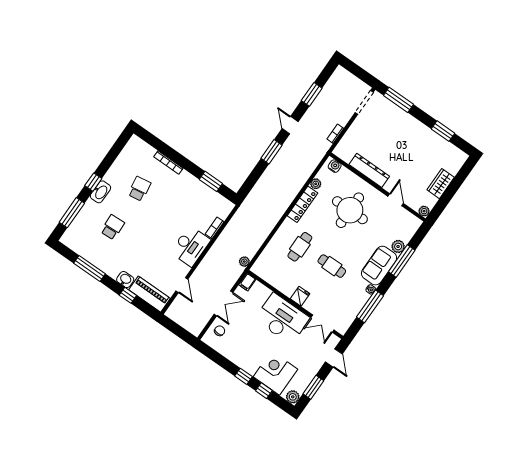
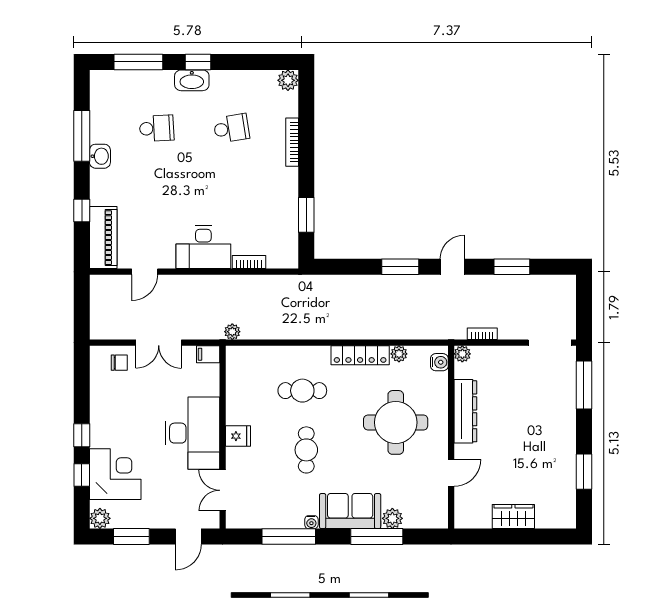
plant: (135, 142) -> (288, 80), added
plant: (424, 211) -> (462, 354), moved
washbasin: (125, 280) -> (100, 156), moved

